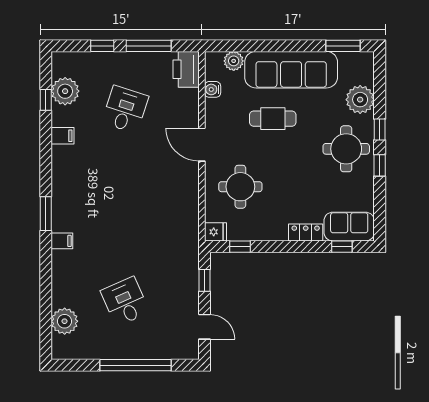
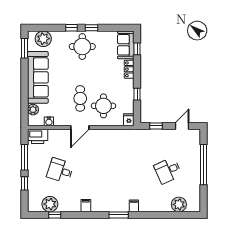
plant: (360, 100) -> (43, 39), moved
cafe table: (273, 119) -> (80, 98), moved
filing cabinet: (63, 136) -> (86, 206), moved
window: (240, 247) -> (137, 94), moved

